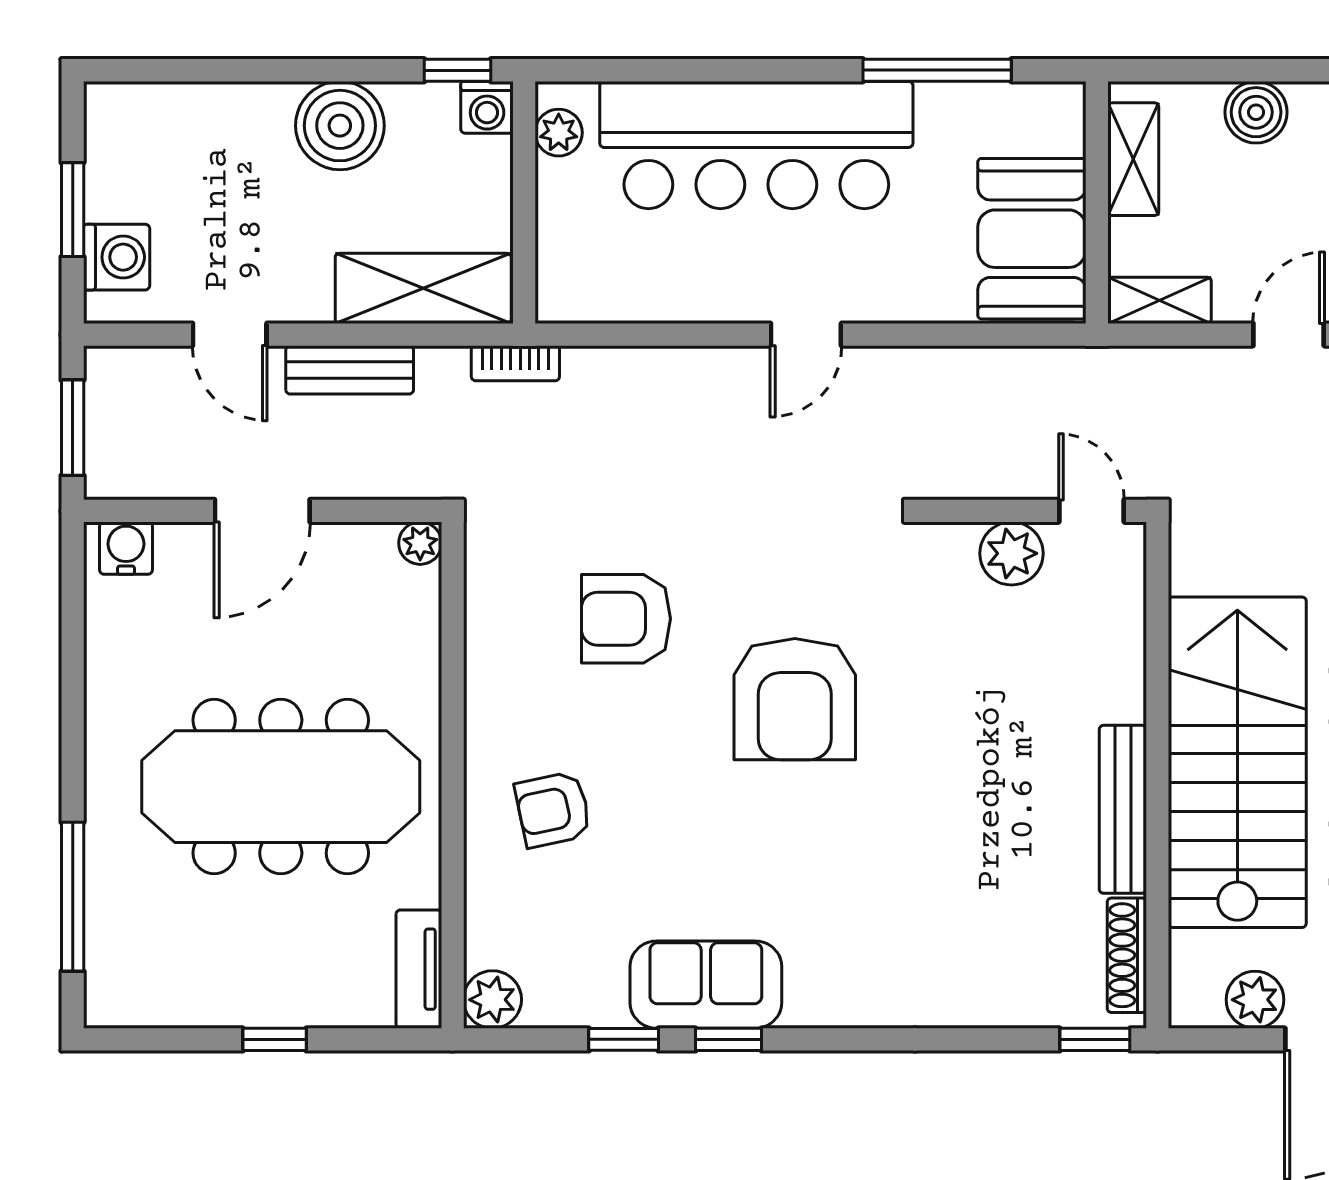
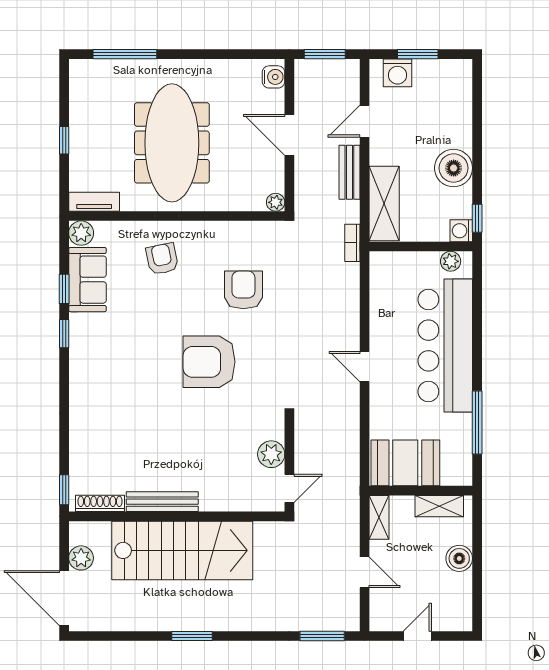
sofa: (706, 985) -> (87, 280), moved

